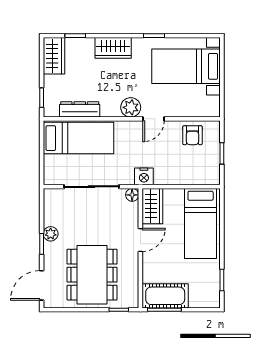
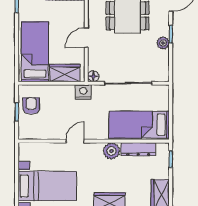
plant: (131, 107) -> (111, 151), moved
armchair: (192, 135) -> (31, 106), moved
wardrobe: (152, 206) -> (65, 73), moved, turned 90

